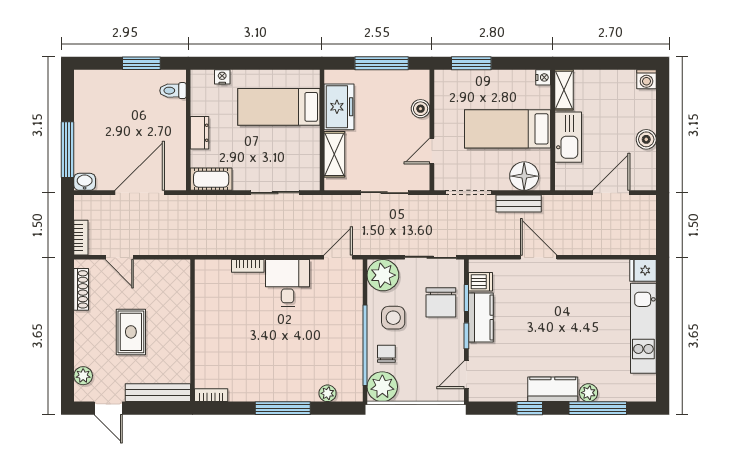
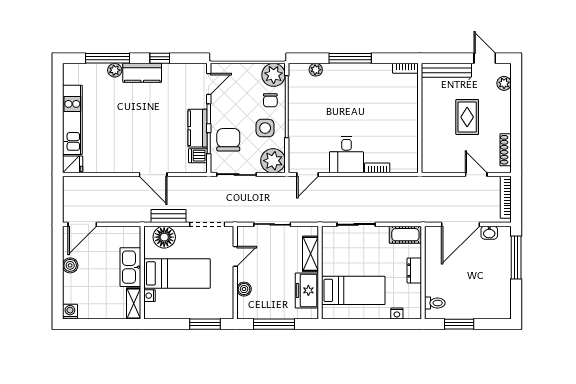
nightstand: (543, 77) -> (150, 296), moved
washbasin: (85, 182) -> (489, 233), moved
door: (611, 193) -> (82, 224), moved
bookcase: (81, 238) -> (506, 197), width x1.56

